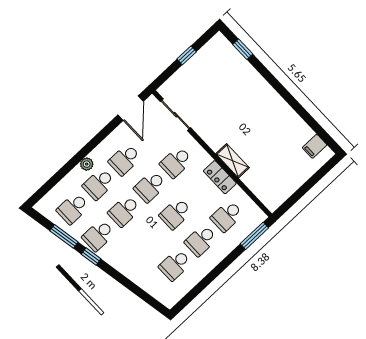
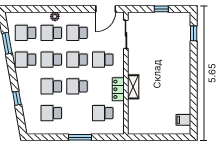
window: (254, 236) -> (80, 137), moved
school desk: (201, 240) -> (51, 86), moved
window: (91, 256) -> (17, 98), moved

